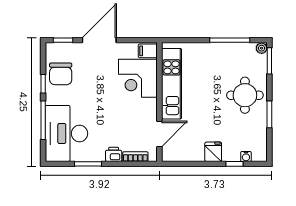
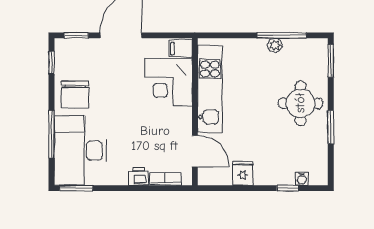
plant: (262, 48) -> (275, 45), moved
chair: (61, 74) -> (75, 94), moved
window: (43, 84) -> (52, 63), moved
door: (159, 134) -> (195, 151), hinge flipped
fridge: (213, 152) -> (243, 173), moved
window: (88, 164) -> (76, 188), moved

